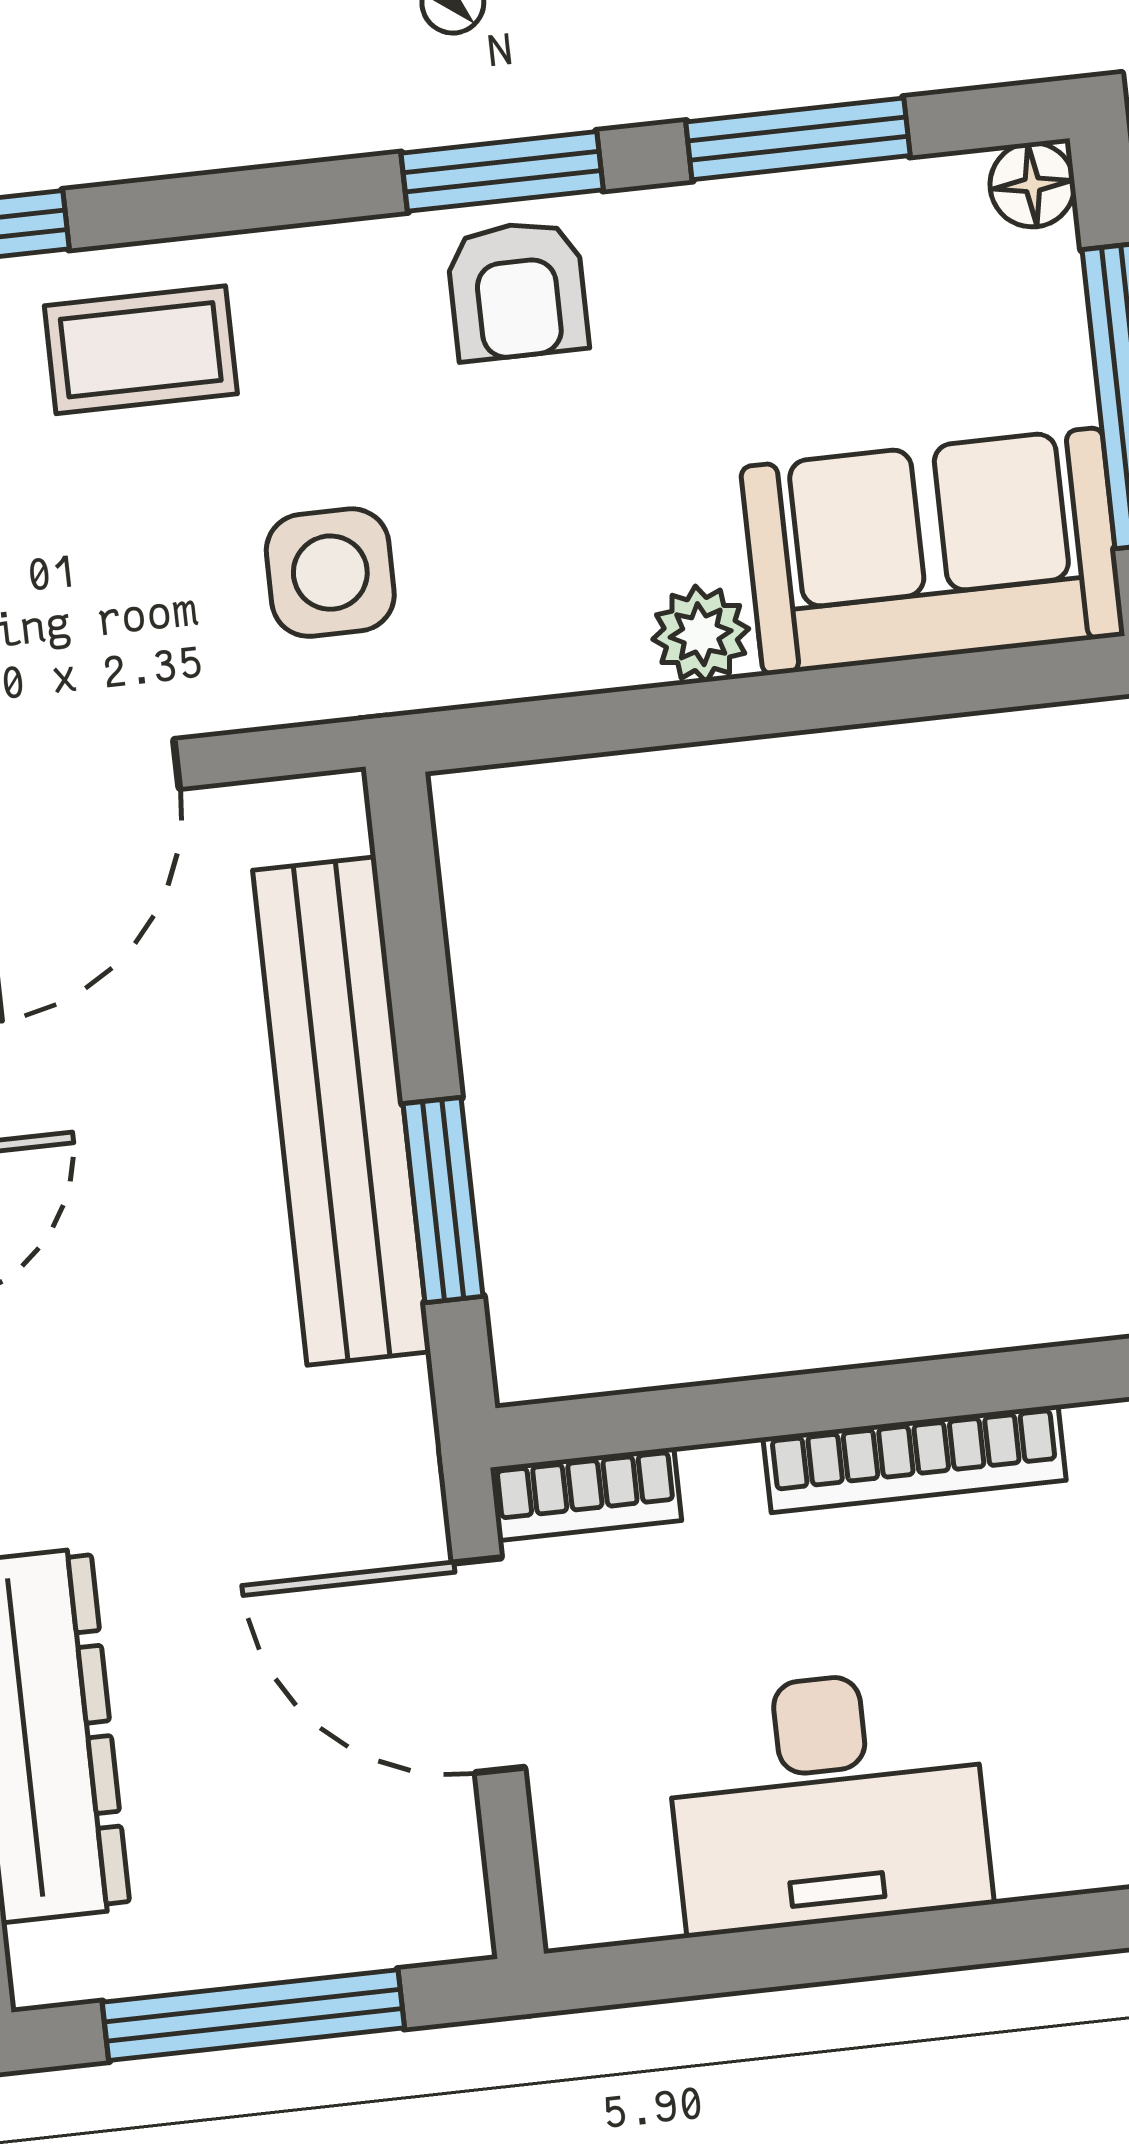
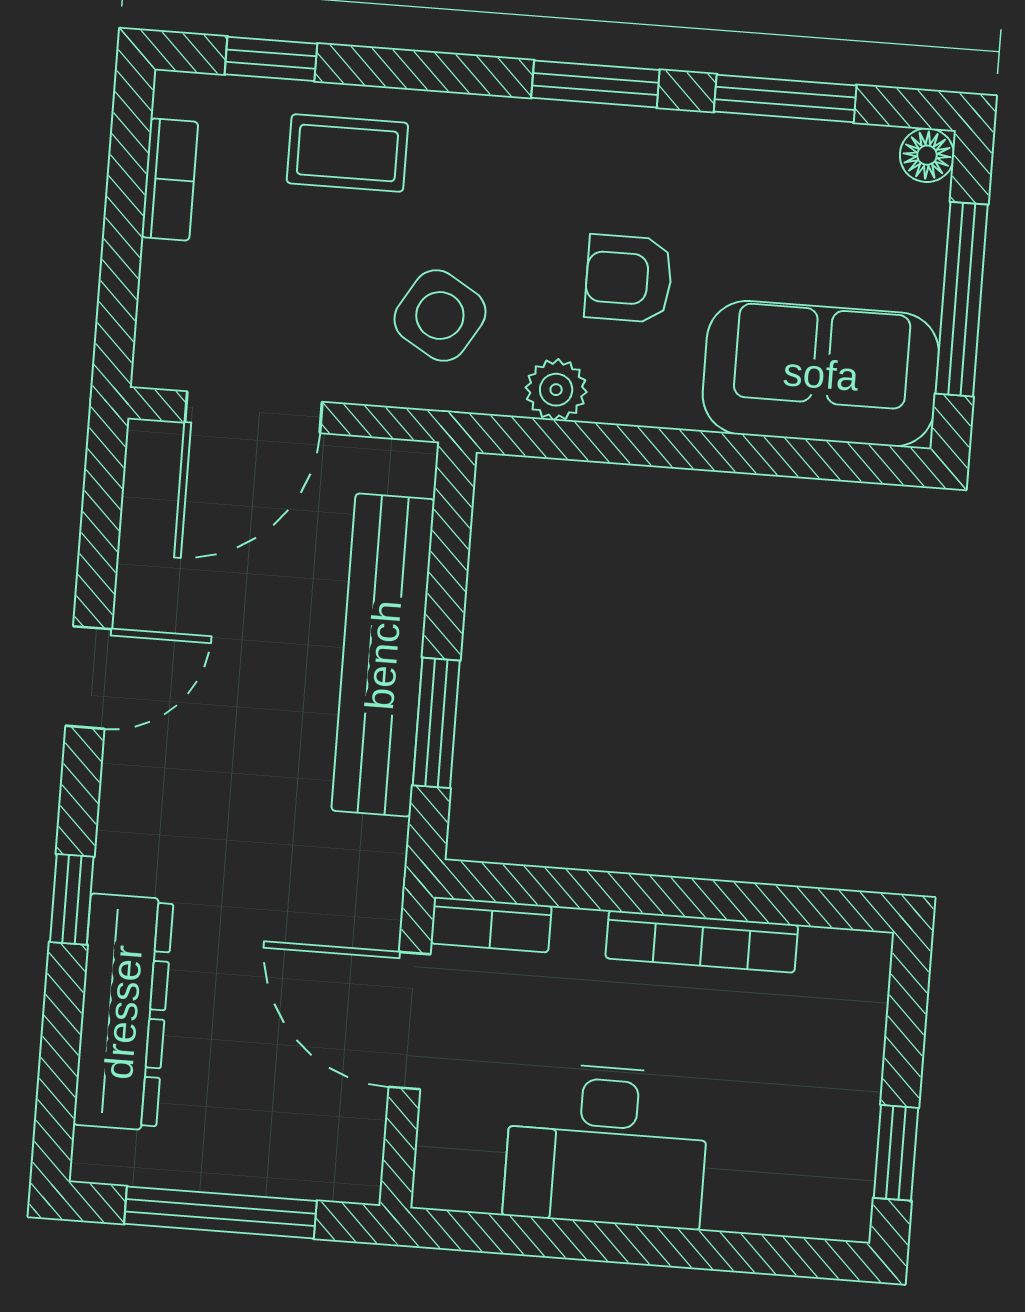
armchair: (517, 290) -> (629, 279), moved, turned 90
side table: (330, 573) -> (440, 315), turned 31
plant: (701, 634) -> (556, 390), moved

